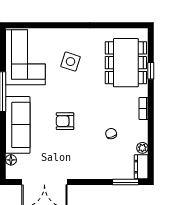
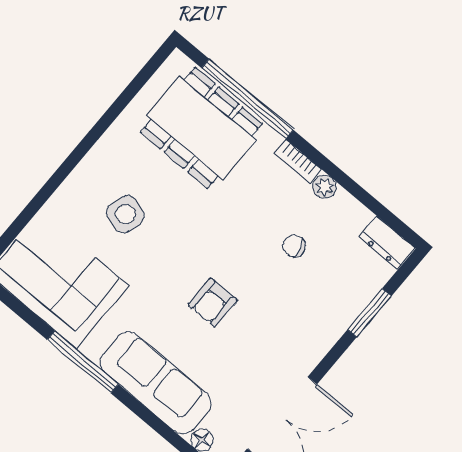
window: (151, 71) -> (247, 99), width x3.17
plant: (142, 148) -> (324, 187), moved
window: (125, 182) -> (369, 313), moved

